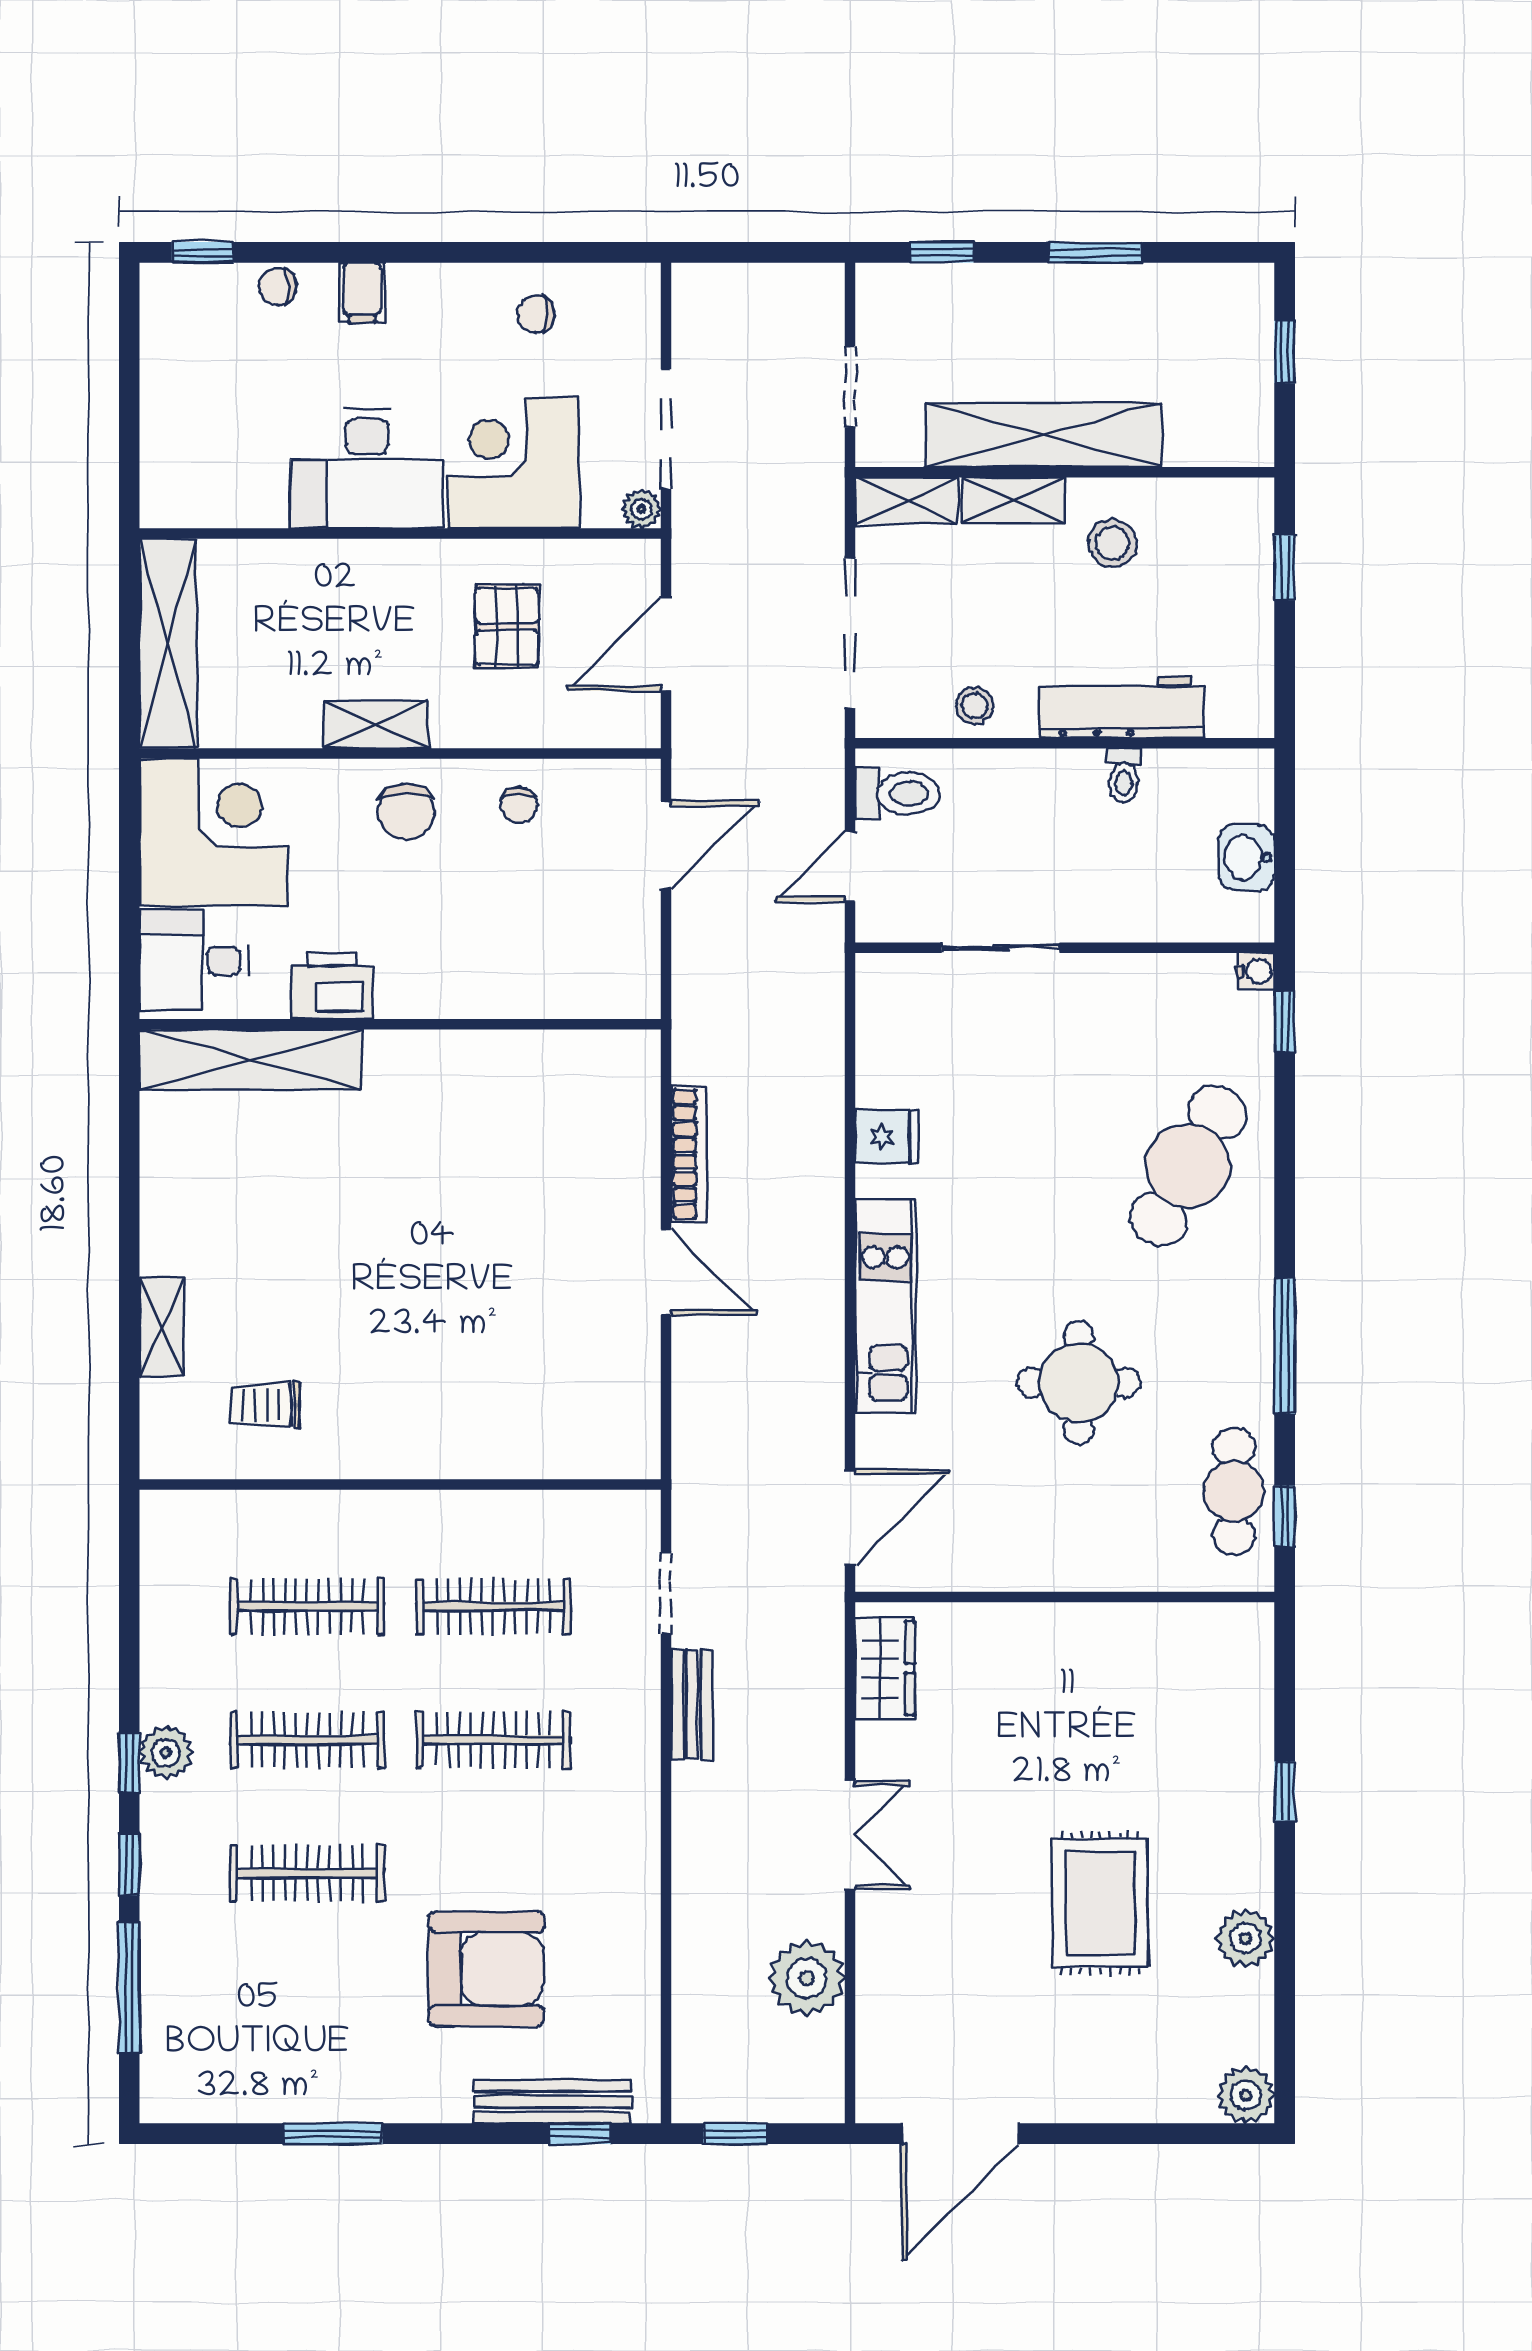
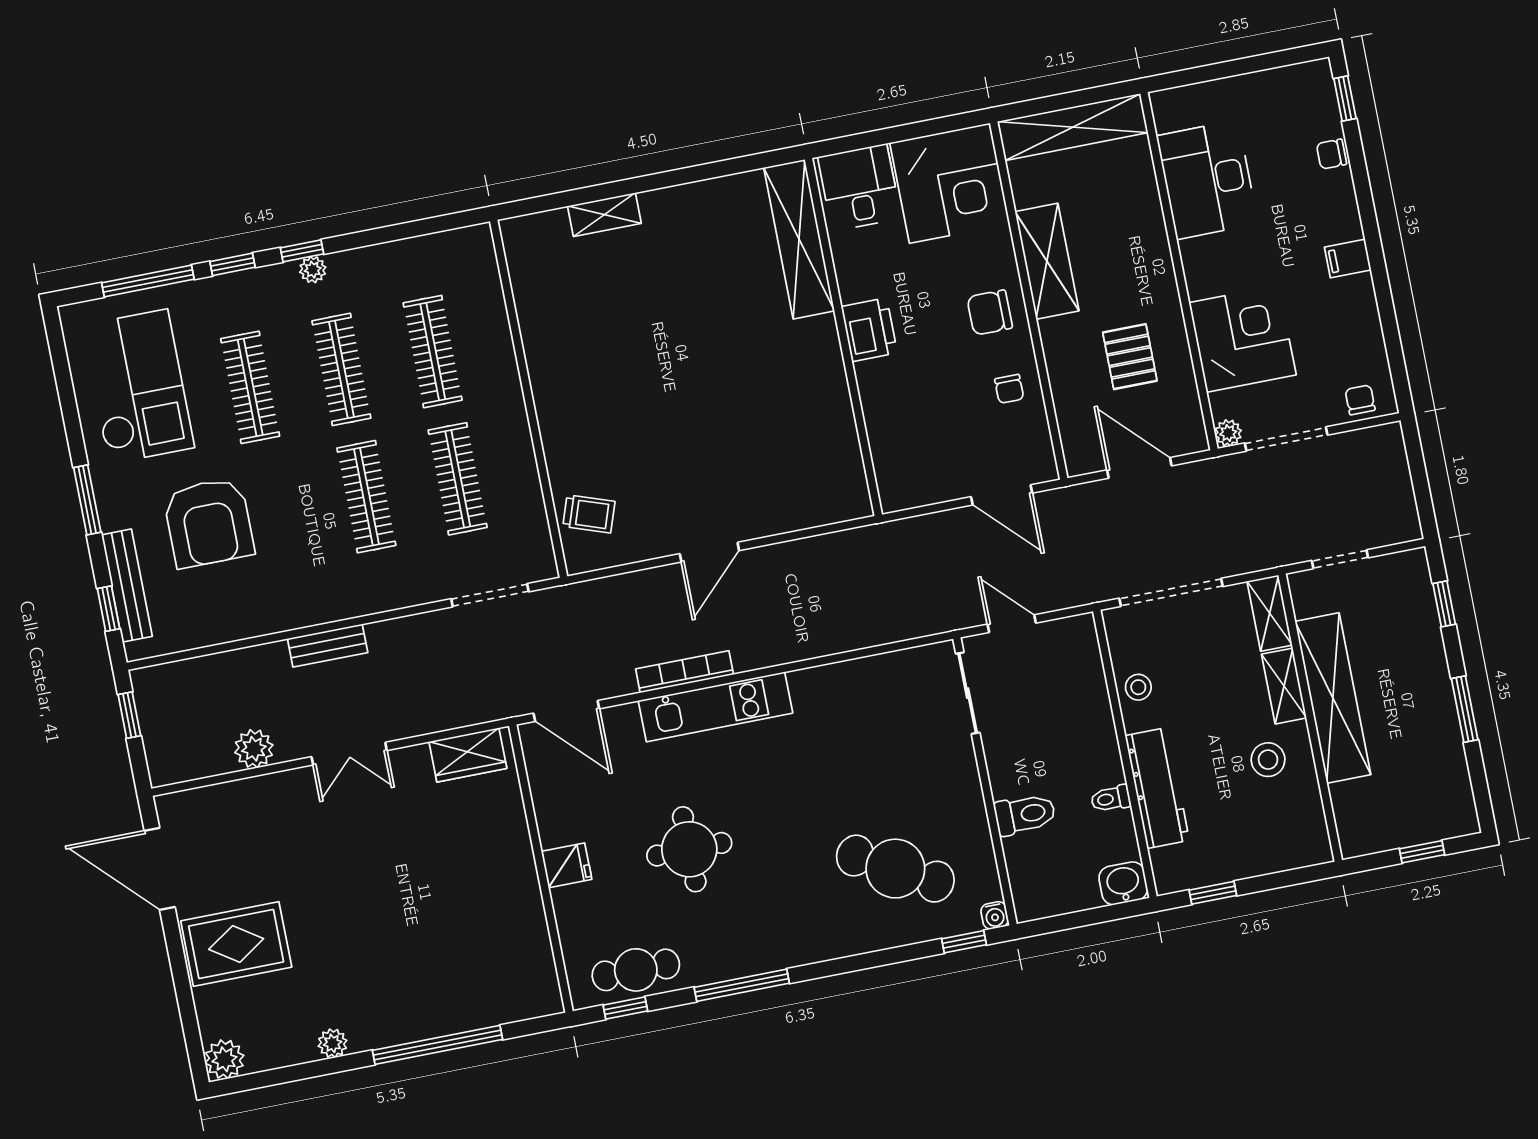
chair: (277, 287) -> (1331, 154), turned -90
filing cabinet: (362, 293) -> (1348, 258), moved
chair: (536, 314) -> (1360, 400), moved
desk: (367, 469) -> (1207, 180), moved
window: (1285, 567) -> (1213, 893), moved
pallet: (507, 626) -> (1130, 357), turned 90
shelving: (376, 725) -> (1047, 261), width x1.50, depth x1.33
toilet: (897, 793) -> (1025, 814), moved, turned -90
chair: (519, 805) -> (1009, 389), turned -90
washbasin: (1247, 857) -> (1123, 883), moved
sliding door: (1001, 948) -> (968, 693), moved
printer: (332, 986) -> (869, 330), moved
fridge: (887, 1137) -> (567, 865), moved, turned -90
bookcase: (689, 1154) -> (685, 672), moved, turned 180
cafe table: (1188, 1166) -> (895, 869), moved
trolley: (265, 1405) -> (589, 514), moved, turned 109
doorway: (666, 1593) -> (490, 595), width x1.38
bench: (692, 1704) -> (328, 646), moved
plant: (166, 1753) -> (313, 270), width x0.73, depth x0.73
window: (1285, 1791) -> (437, 1045), width x3.17
rug: (1100, 1903) -> (236, 944), moved
plant: (1245, 1938) -> (333, 1043), width x0.73, depth x0.73
plant: (807, 1978) -> (254, 749), width x0.73, depth x0.73
checkout: (275, 2031) -> (138, 387), added
window: (333, 2134) -> (87, 500), moved

